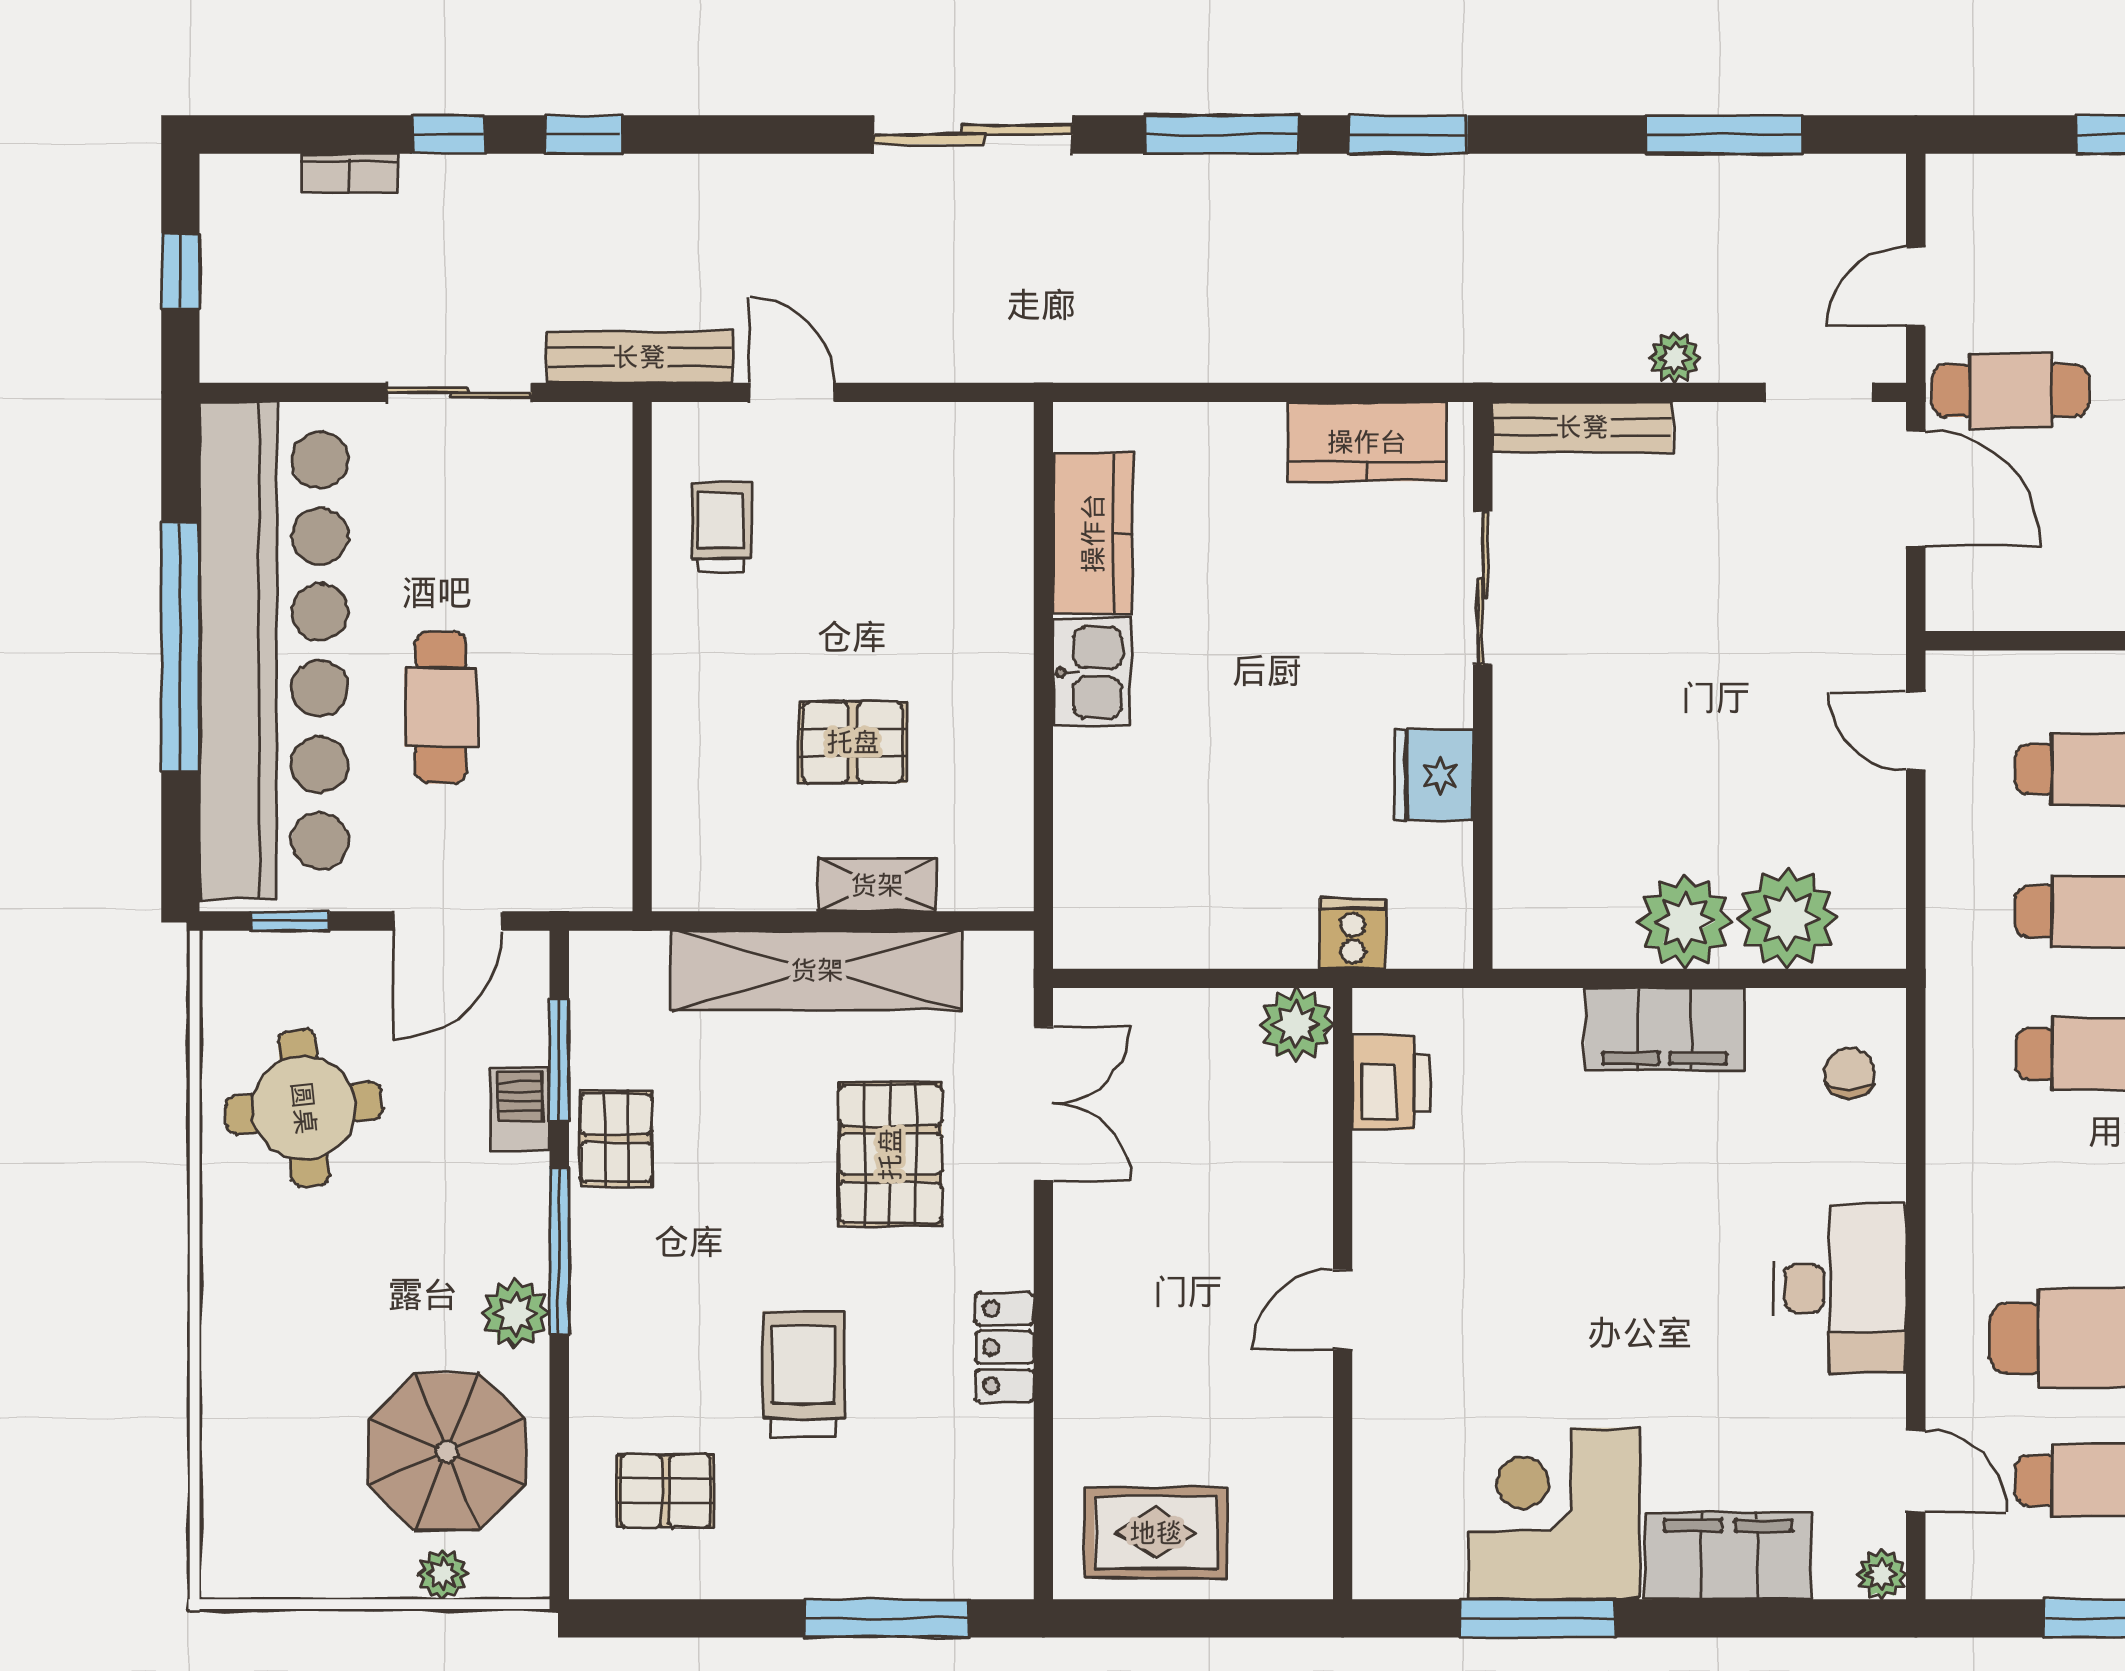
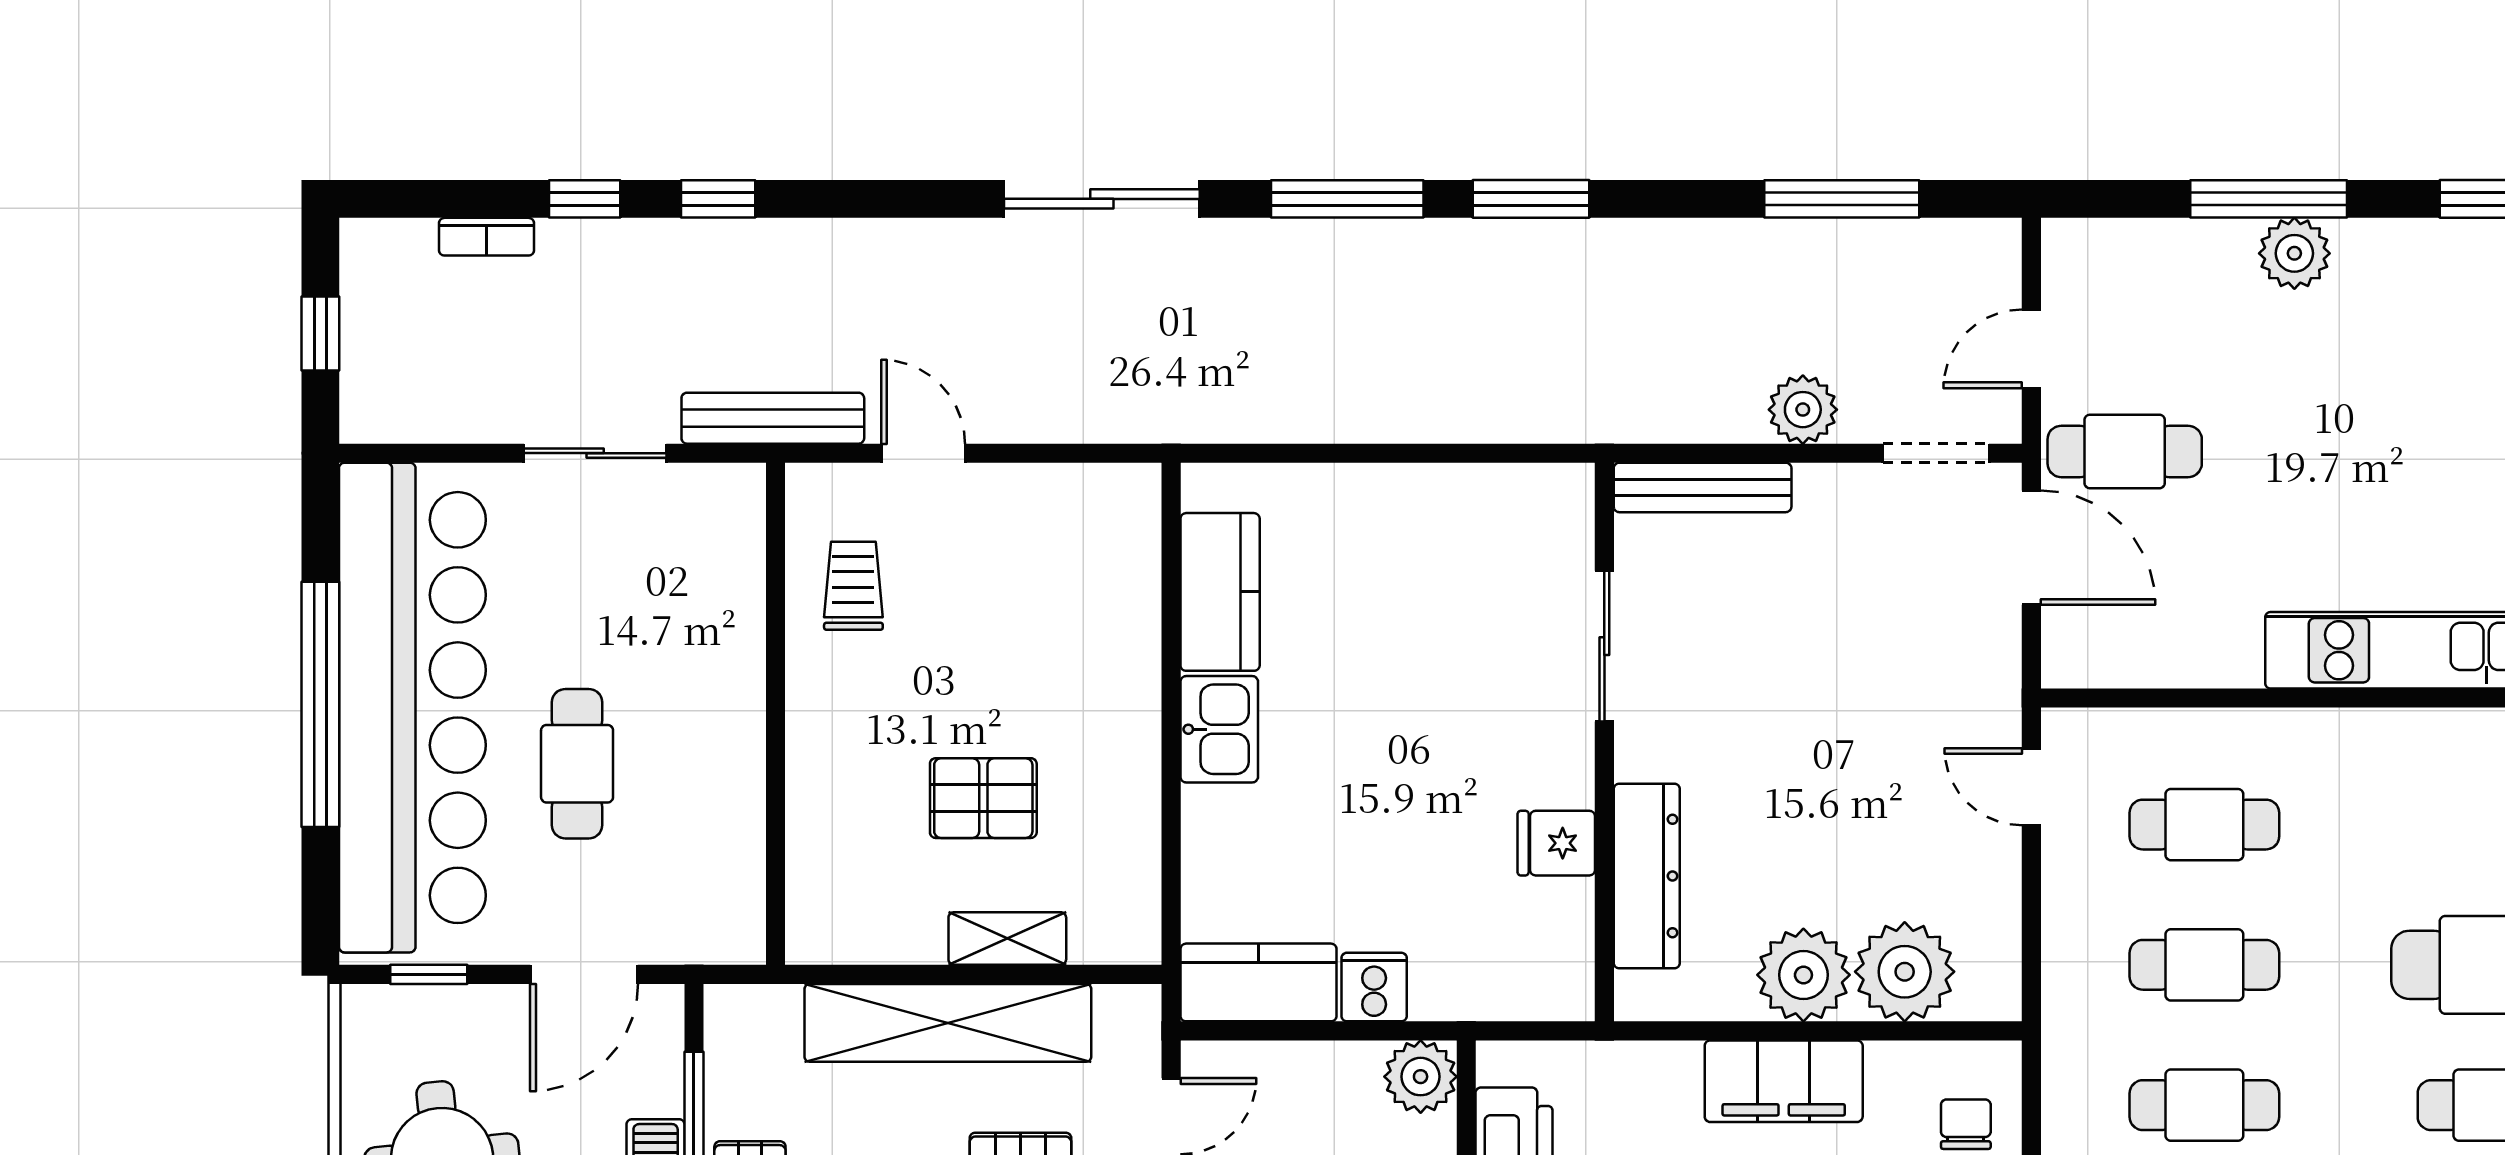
plant: (1675, 358) -> (1803, 410), width x1.38, depth x1.38
kitchen counter: (1367, 442) -> (1259, 982), moved, turned 180
fridge: (1434, 775) -> (1556, 843), width x0.72
dresser: (1526, 821) -> (1647, 876), added
cooker: (1353, 934) -> (1374, 987), moved

